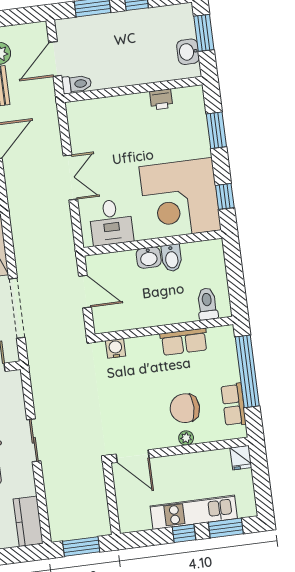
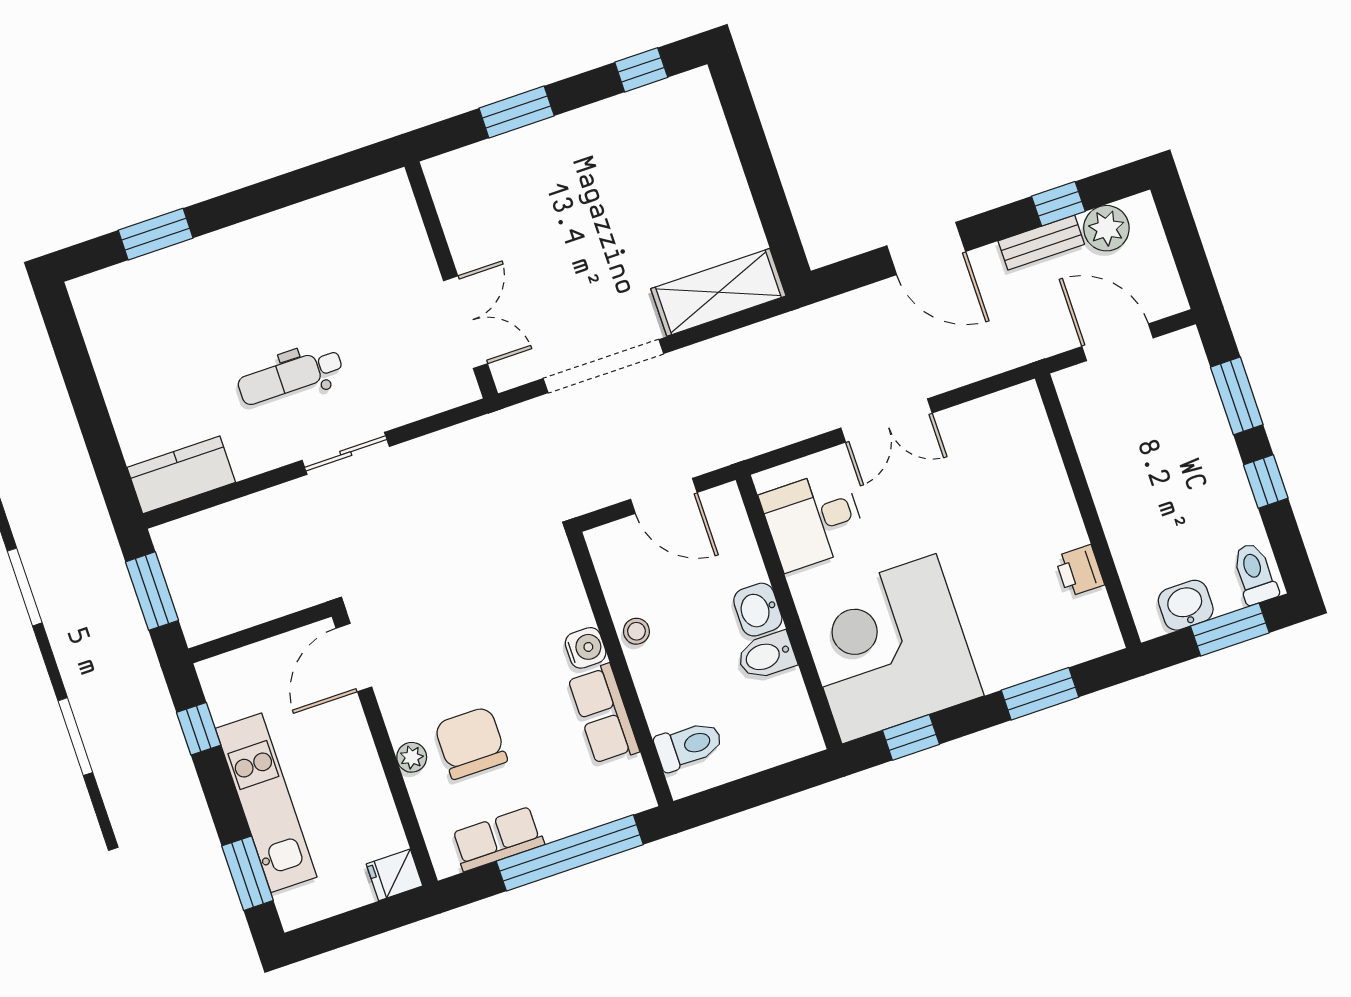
toilet: (77, 84) -> (1255, 574), moved, turned 180
door: (85, 292) -> (664, 496), hinge flipped
stool: (147, 318) -> (636, 631), added
water cooler: (116, 348) -> (586, 648), moved
window: (184, 533) -> (199, 729), moved

